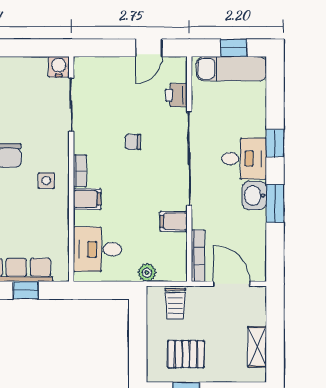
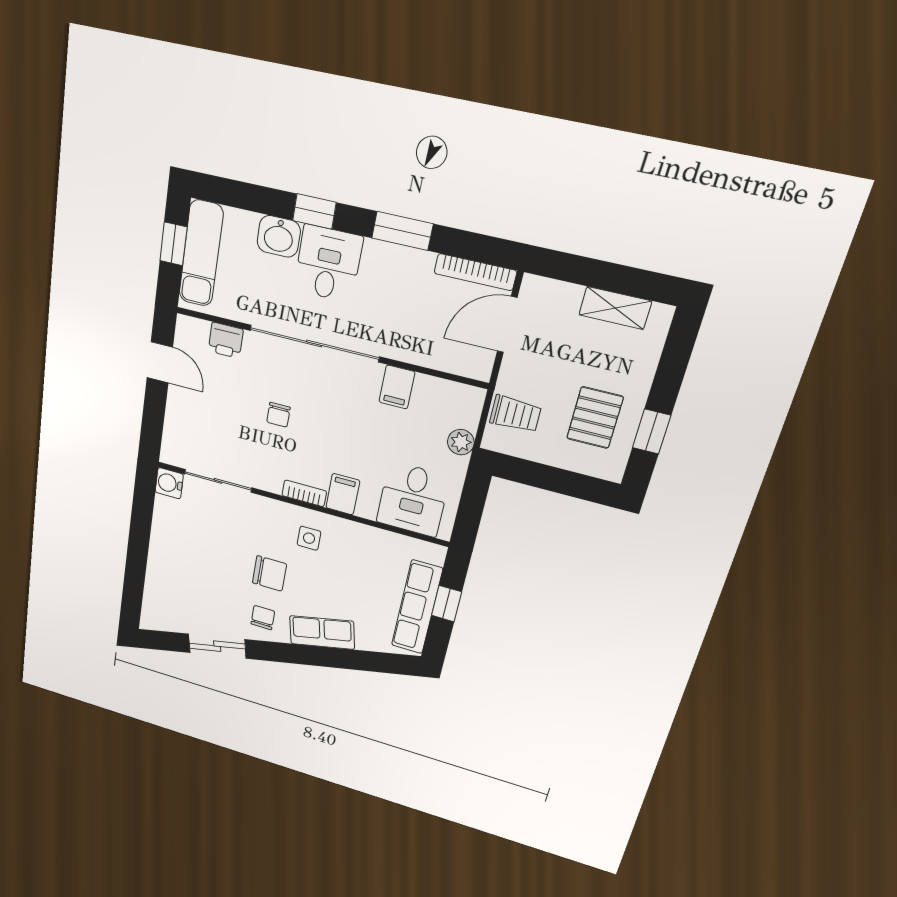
washbasin: (254, 195) -> (279, 236), moved
bookcase: (198, 256) -> (475, 272), moved, turned 180

